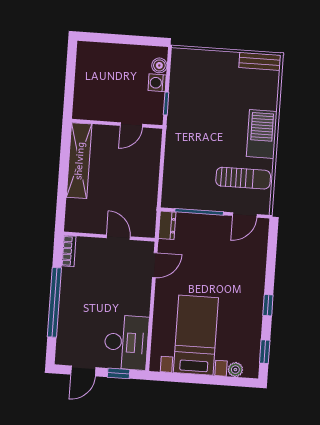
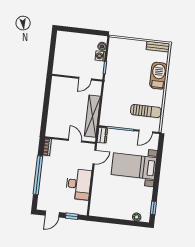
barbecue: (262, 134) -> (158, 76), moved
shelving: (79, 161) -> (92, 116), moved
window: (268, 305) -> (156, 182), removed
bed with nightstands: (196, 335) -> (134, 166), moved, turned -90
desk: (126, 342) -> (78, 184), moved

